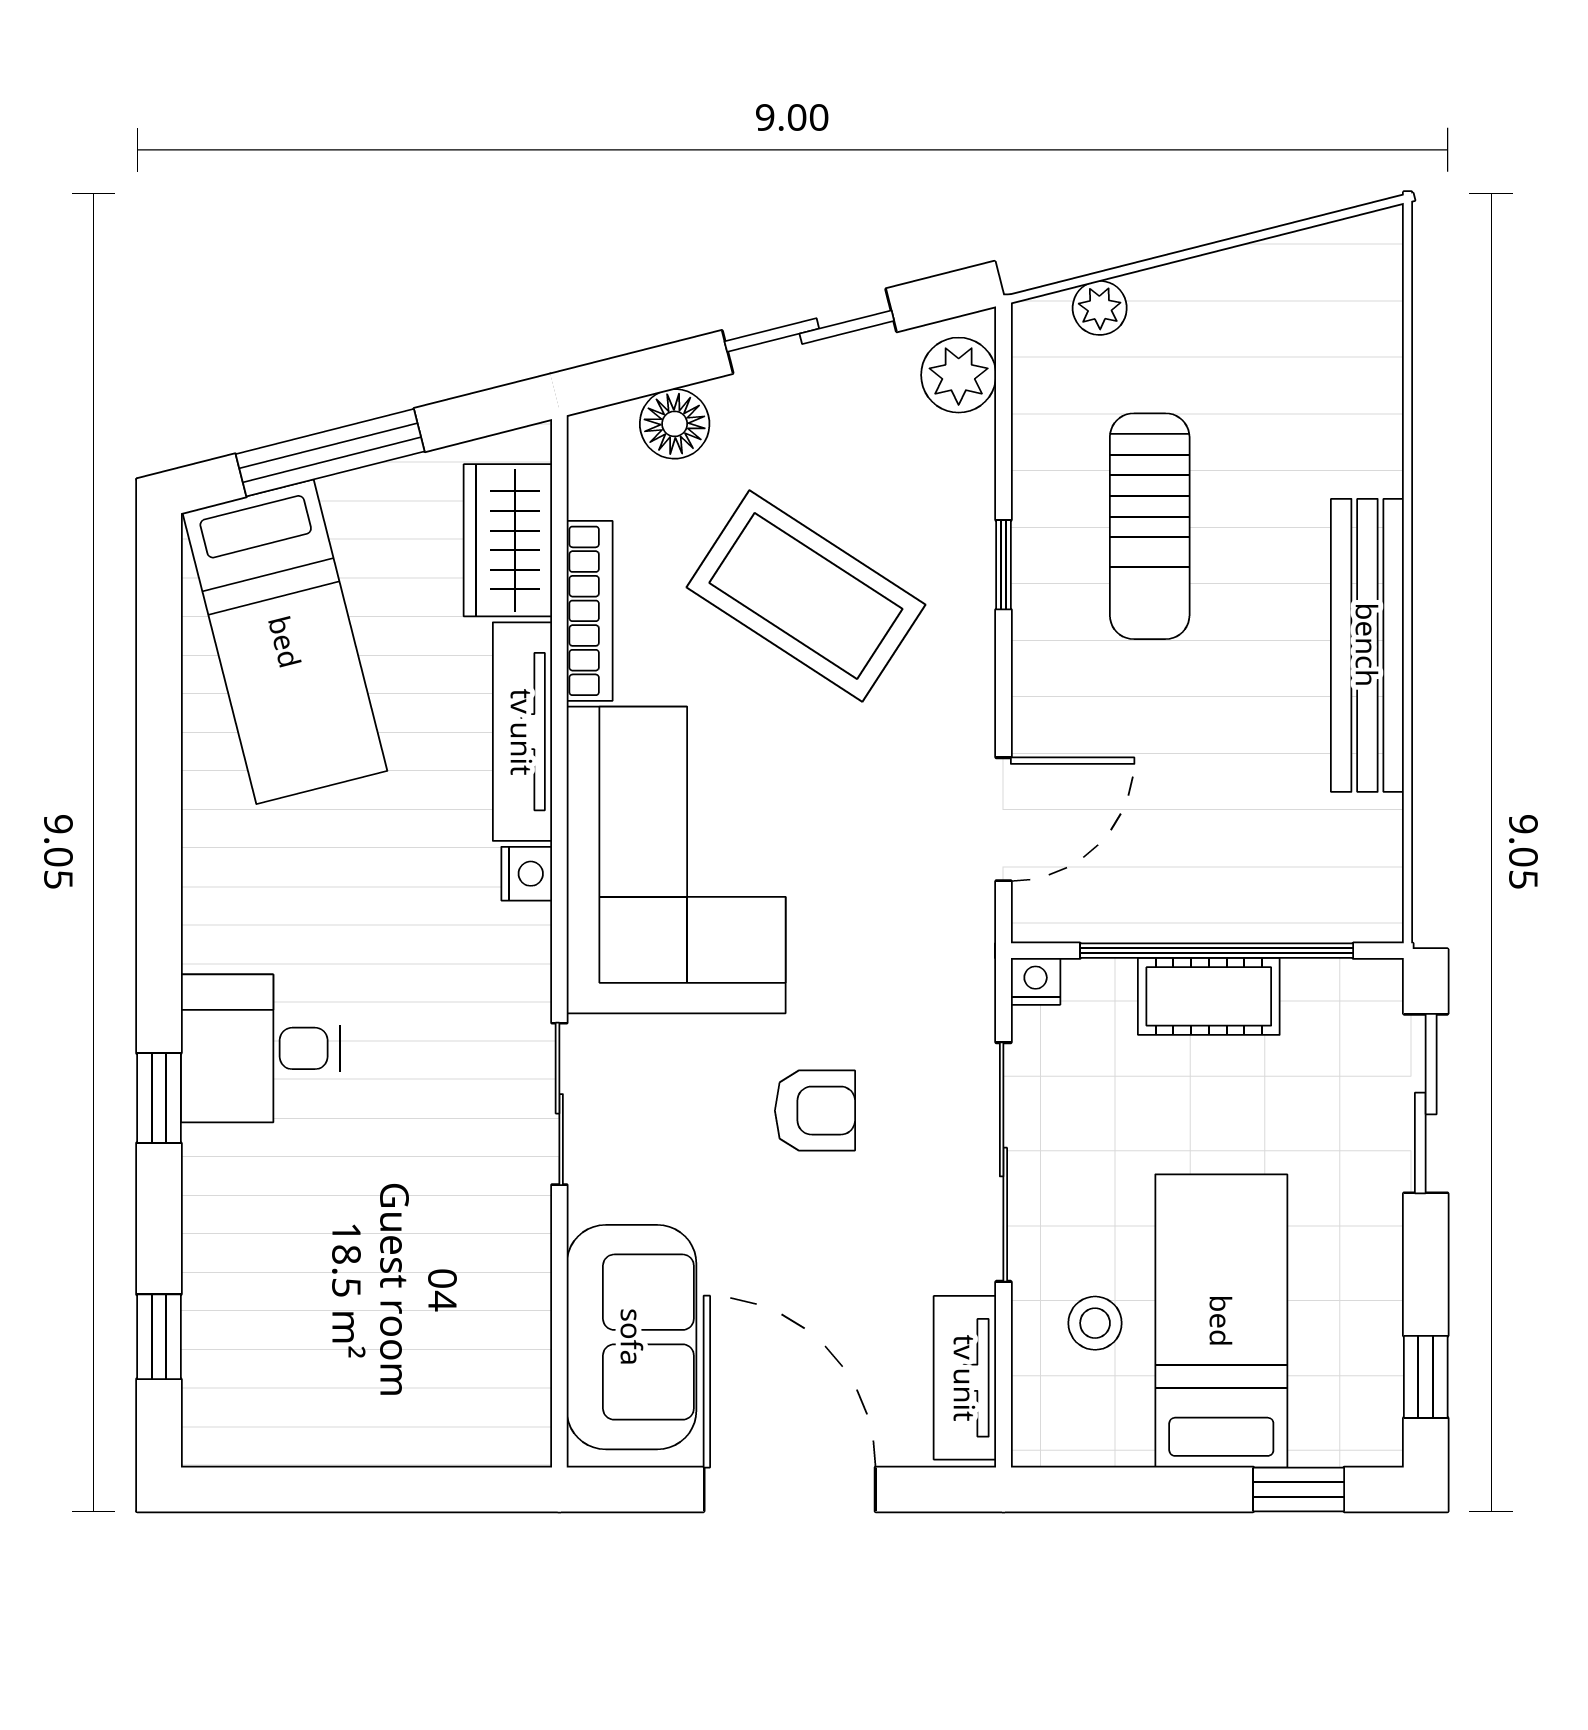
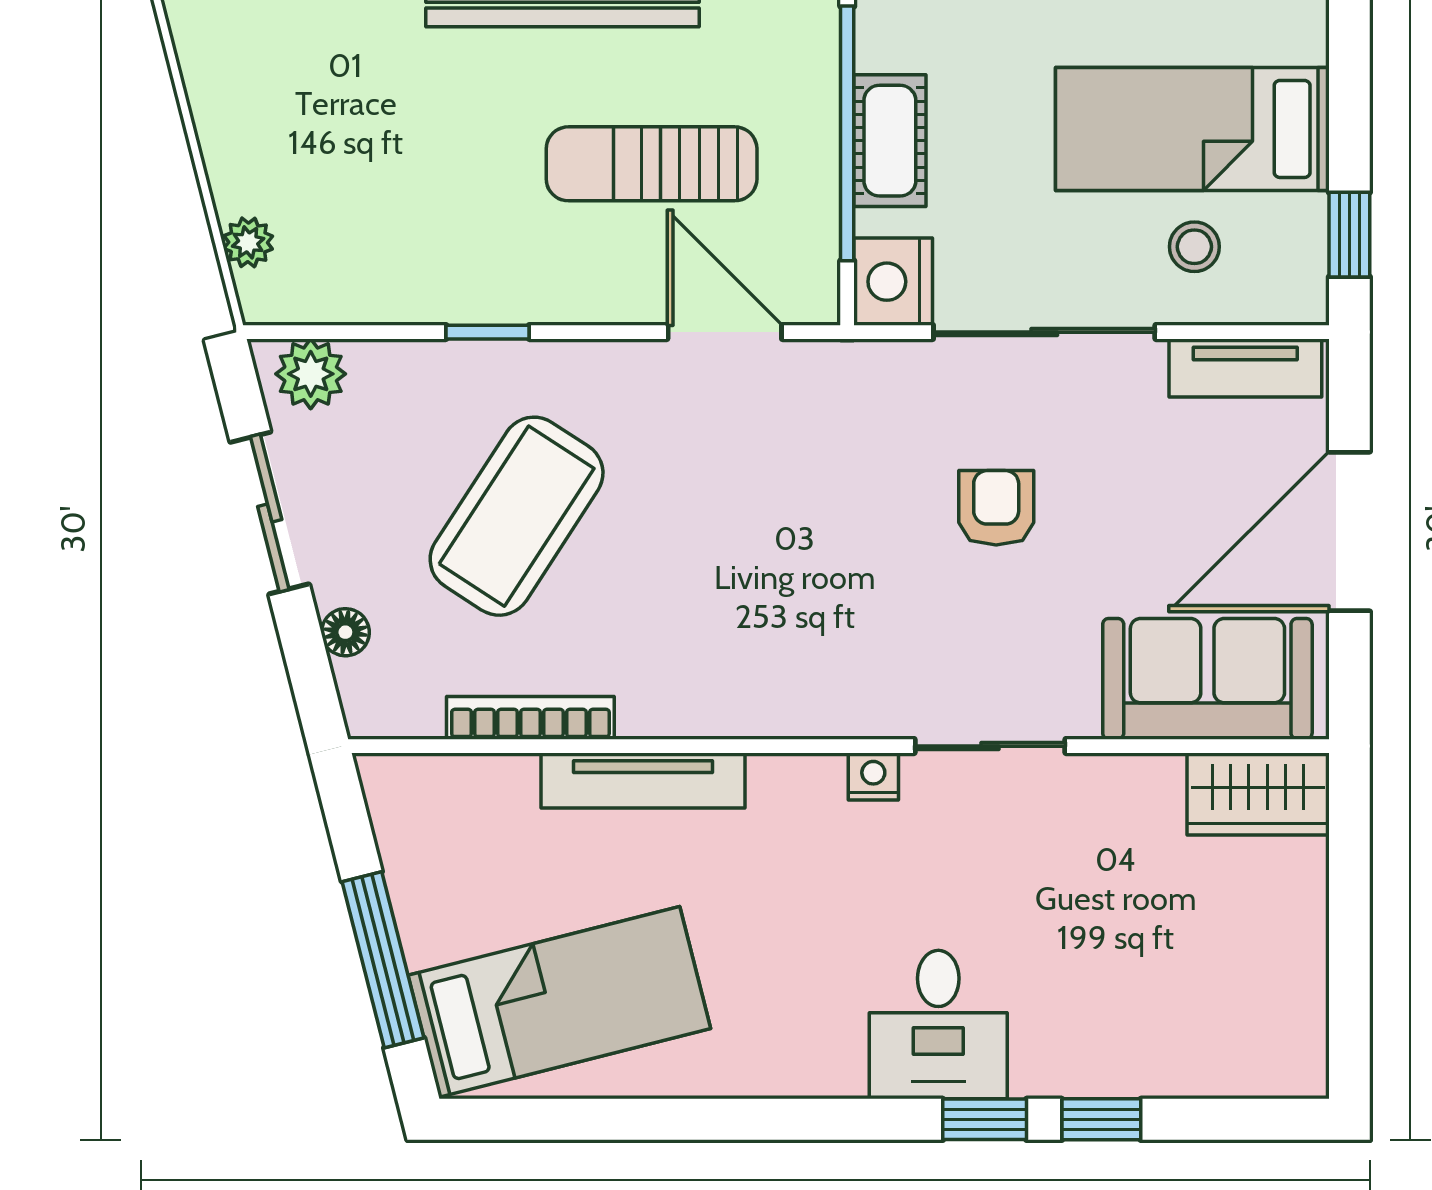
floor lamp: (675, 424) -> (345, 632), width x0.73, depth x0.73
sun lounger: (1150, 526) -> (652, 164), moved, turned 180
wardrobe: (508, 540) -> (1258, 794), moved
corner sofa: (676, 860) -> (763, 637), removed
nightstand: (527, 874) -> (873, 776), moved
nightstand: (1036, 981) -> (893, 282), width x1.89, depth x1.79
window: (159, 1337) -> (1101, 1119), moved
window: (1299, 1489) -> (1349, 235), moved

